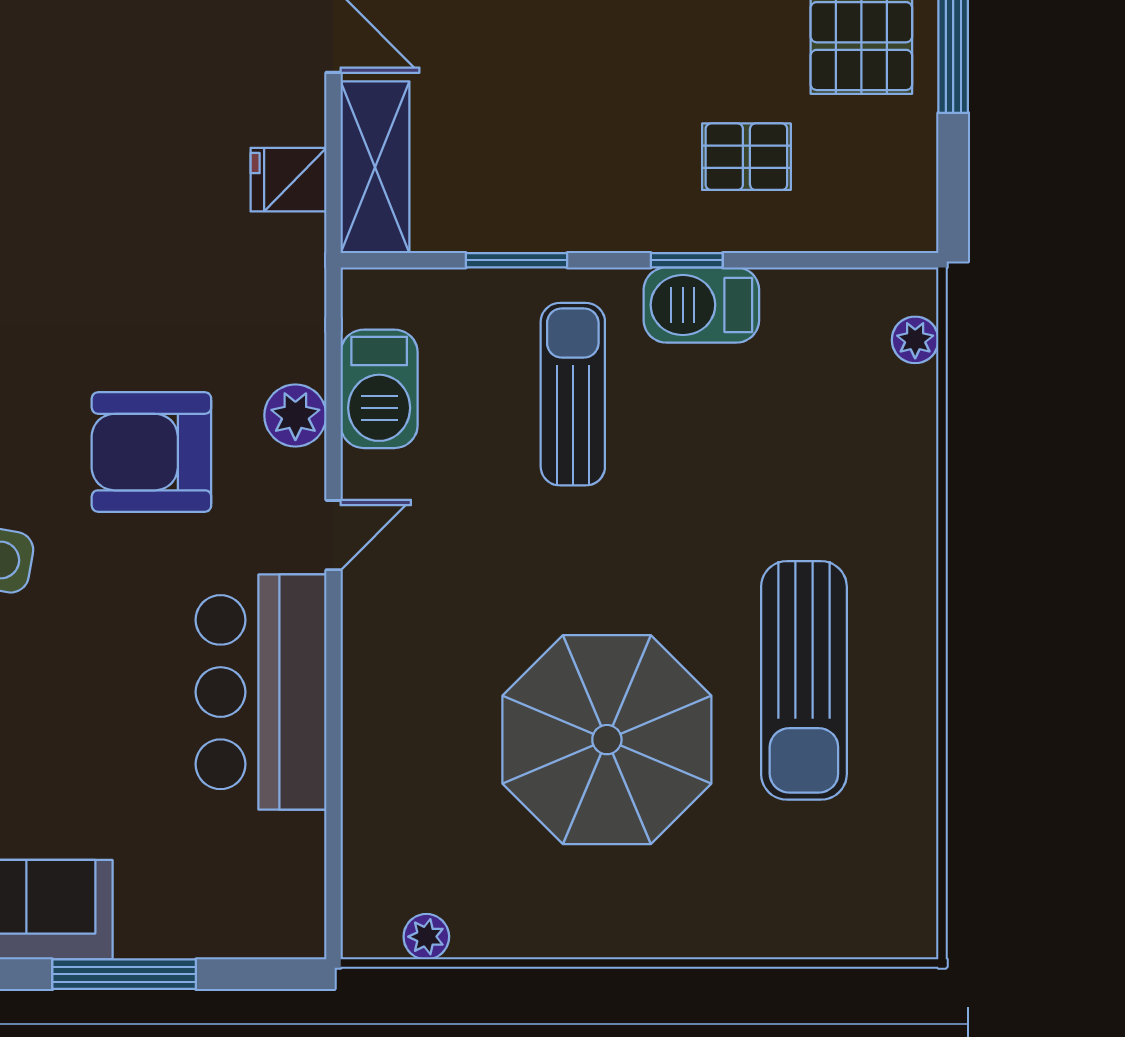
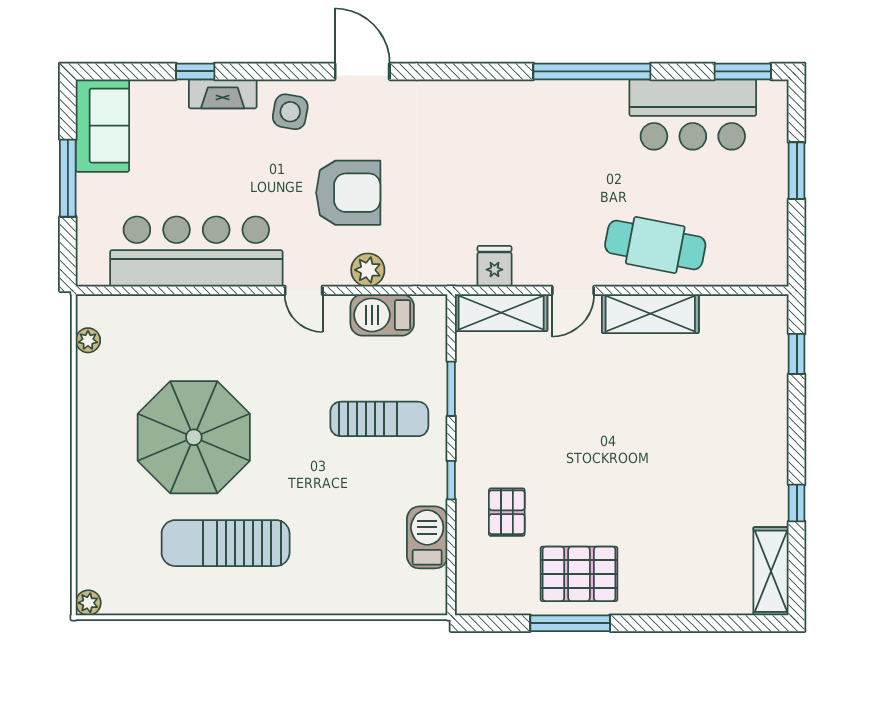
barbecue: (701, 305) -> (427, 537), moved
plant: (915, 340) -> (88, 603), moved
armchair: (151, 452) -> (348, 193), turned 90
bar counter: (261, 692) -> (196, 252), width x1.36

